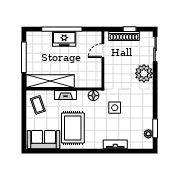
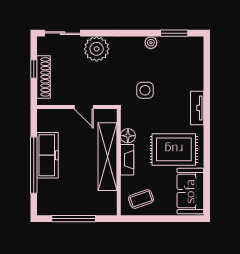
freezer: (64, 39) -> (48, 155), width x1.40
door: (103, 51) -> (84, 107), moved
shelving: (50, 81) -> (107, 157), moved
floor lamp: (93, 96) -> (128, 136), moved
plant: (148, 134) -> (151, 43), moved
tv unit: (115, 144) -> (197, 108), moved

